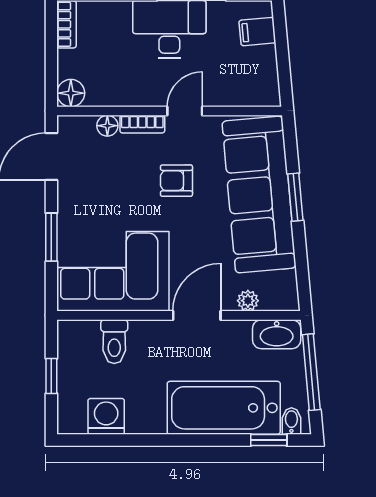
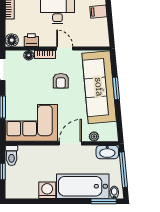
printer: (113, 93) -> (31, 40), added
door: (185, 111) -> (65, 48), hinge flipped
armchair: (176, 181) -> (61, 81), turned -90
toilet: (114, 342) -> (12, 155), moved
washing machine: (106, 416) -> (47, 190), moved
window: (269, 440) -> (104, 201), width x1.50

